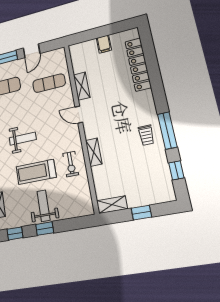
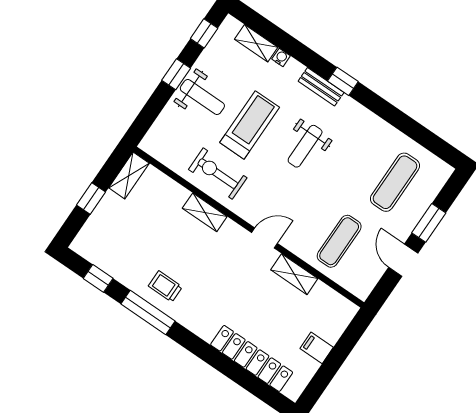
exercise bike: (71, 164) -> (218, 174), width x1.38, depth x1.39

